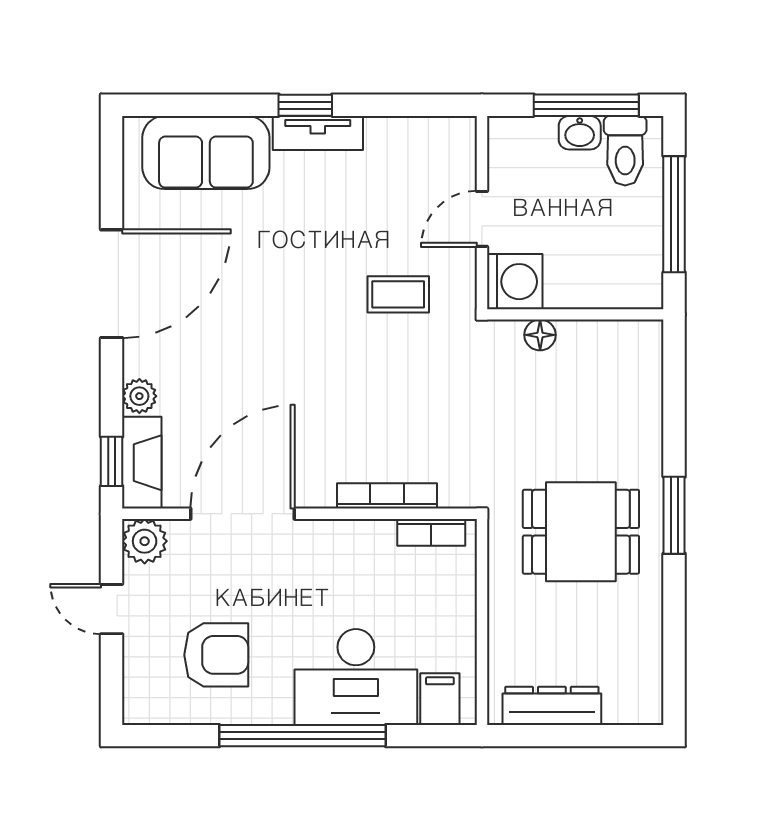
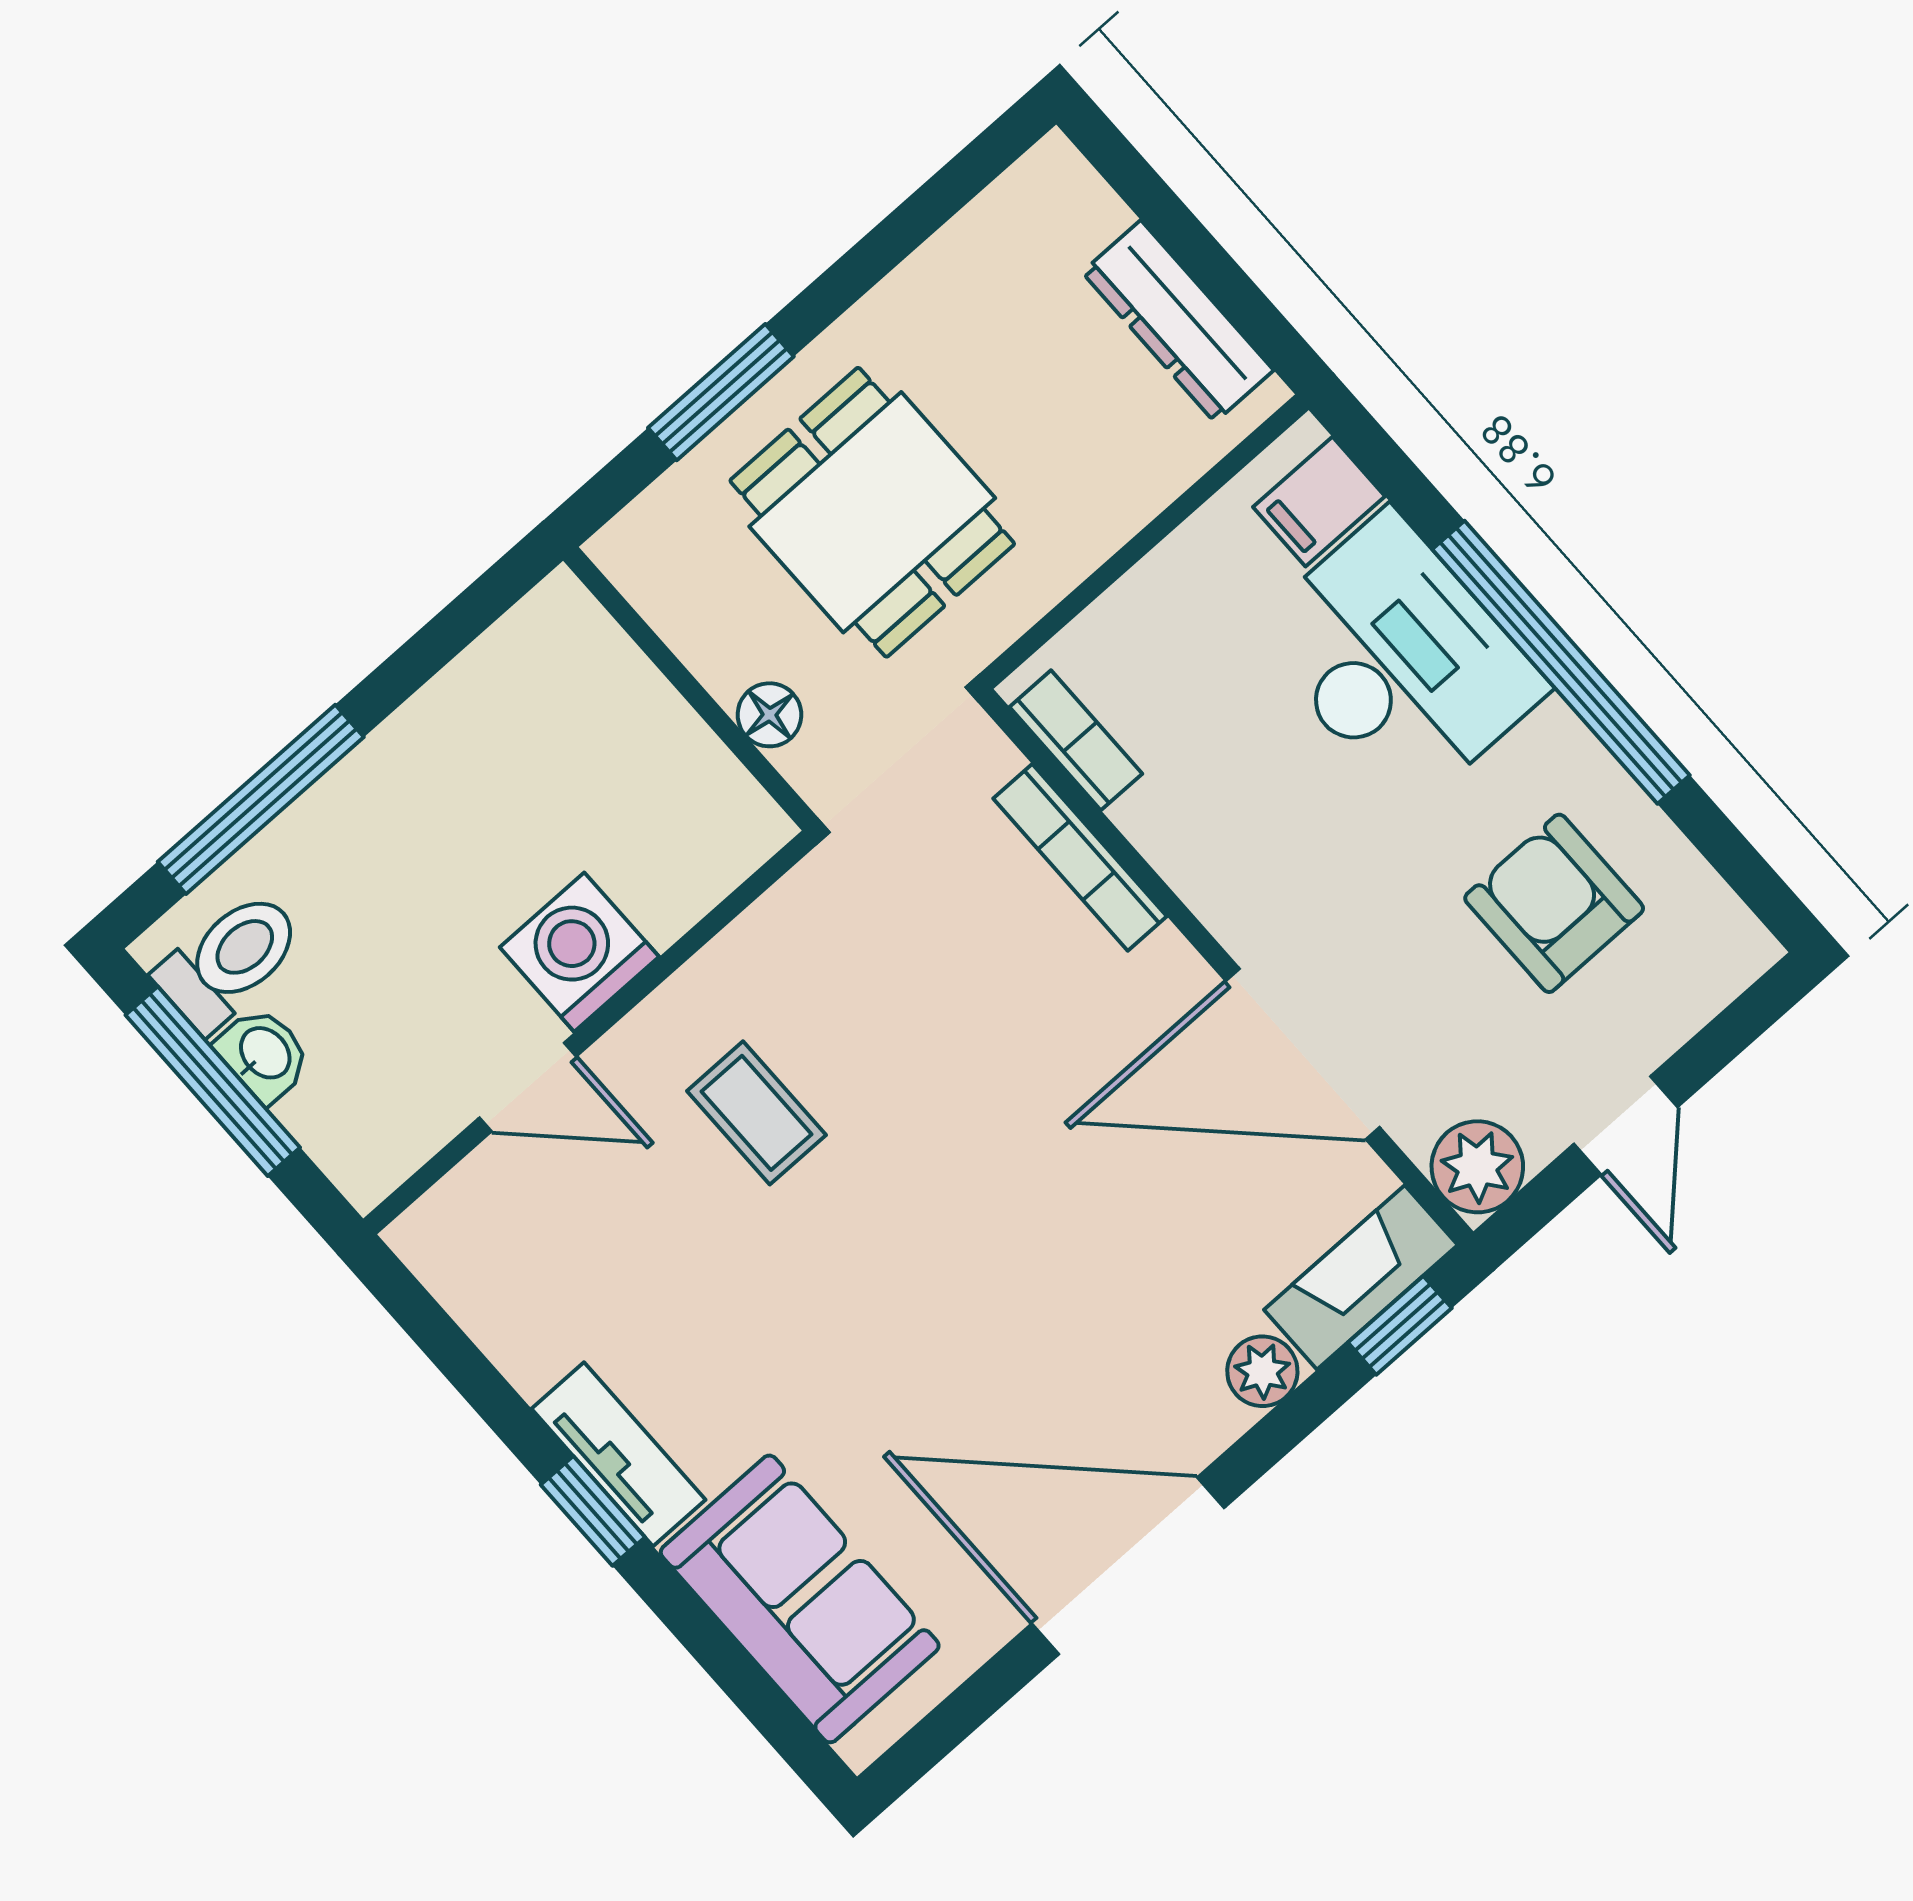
wall: (575, 314) -> (690, 689), moved
floor lamp: (540, 335) -> (769, 715), moved

